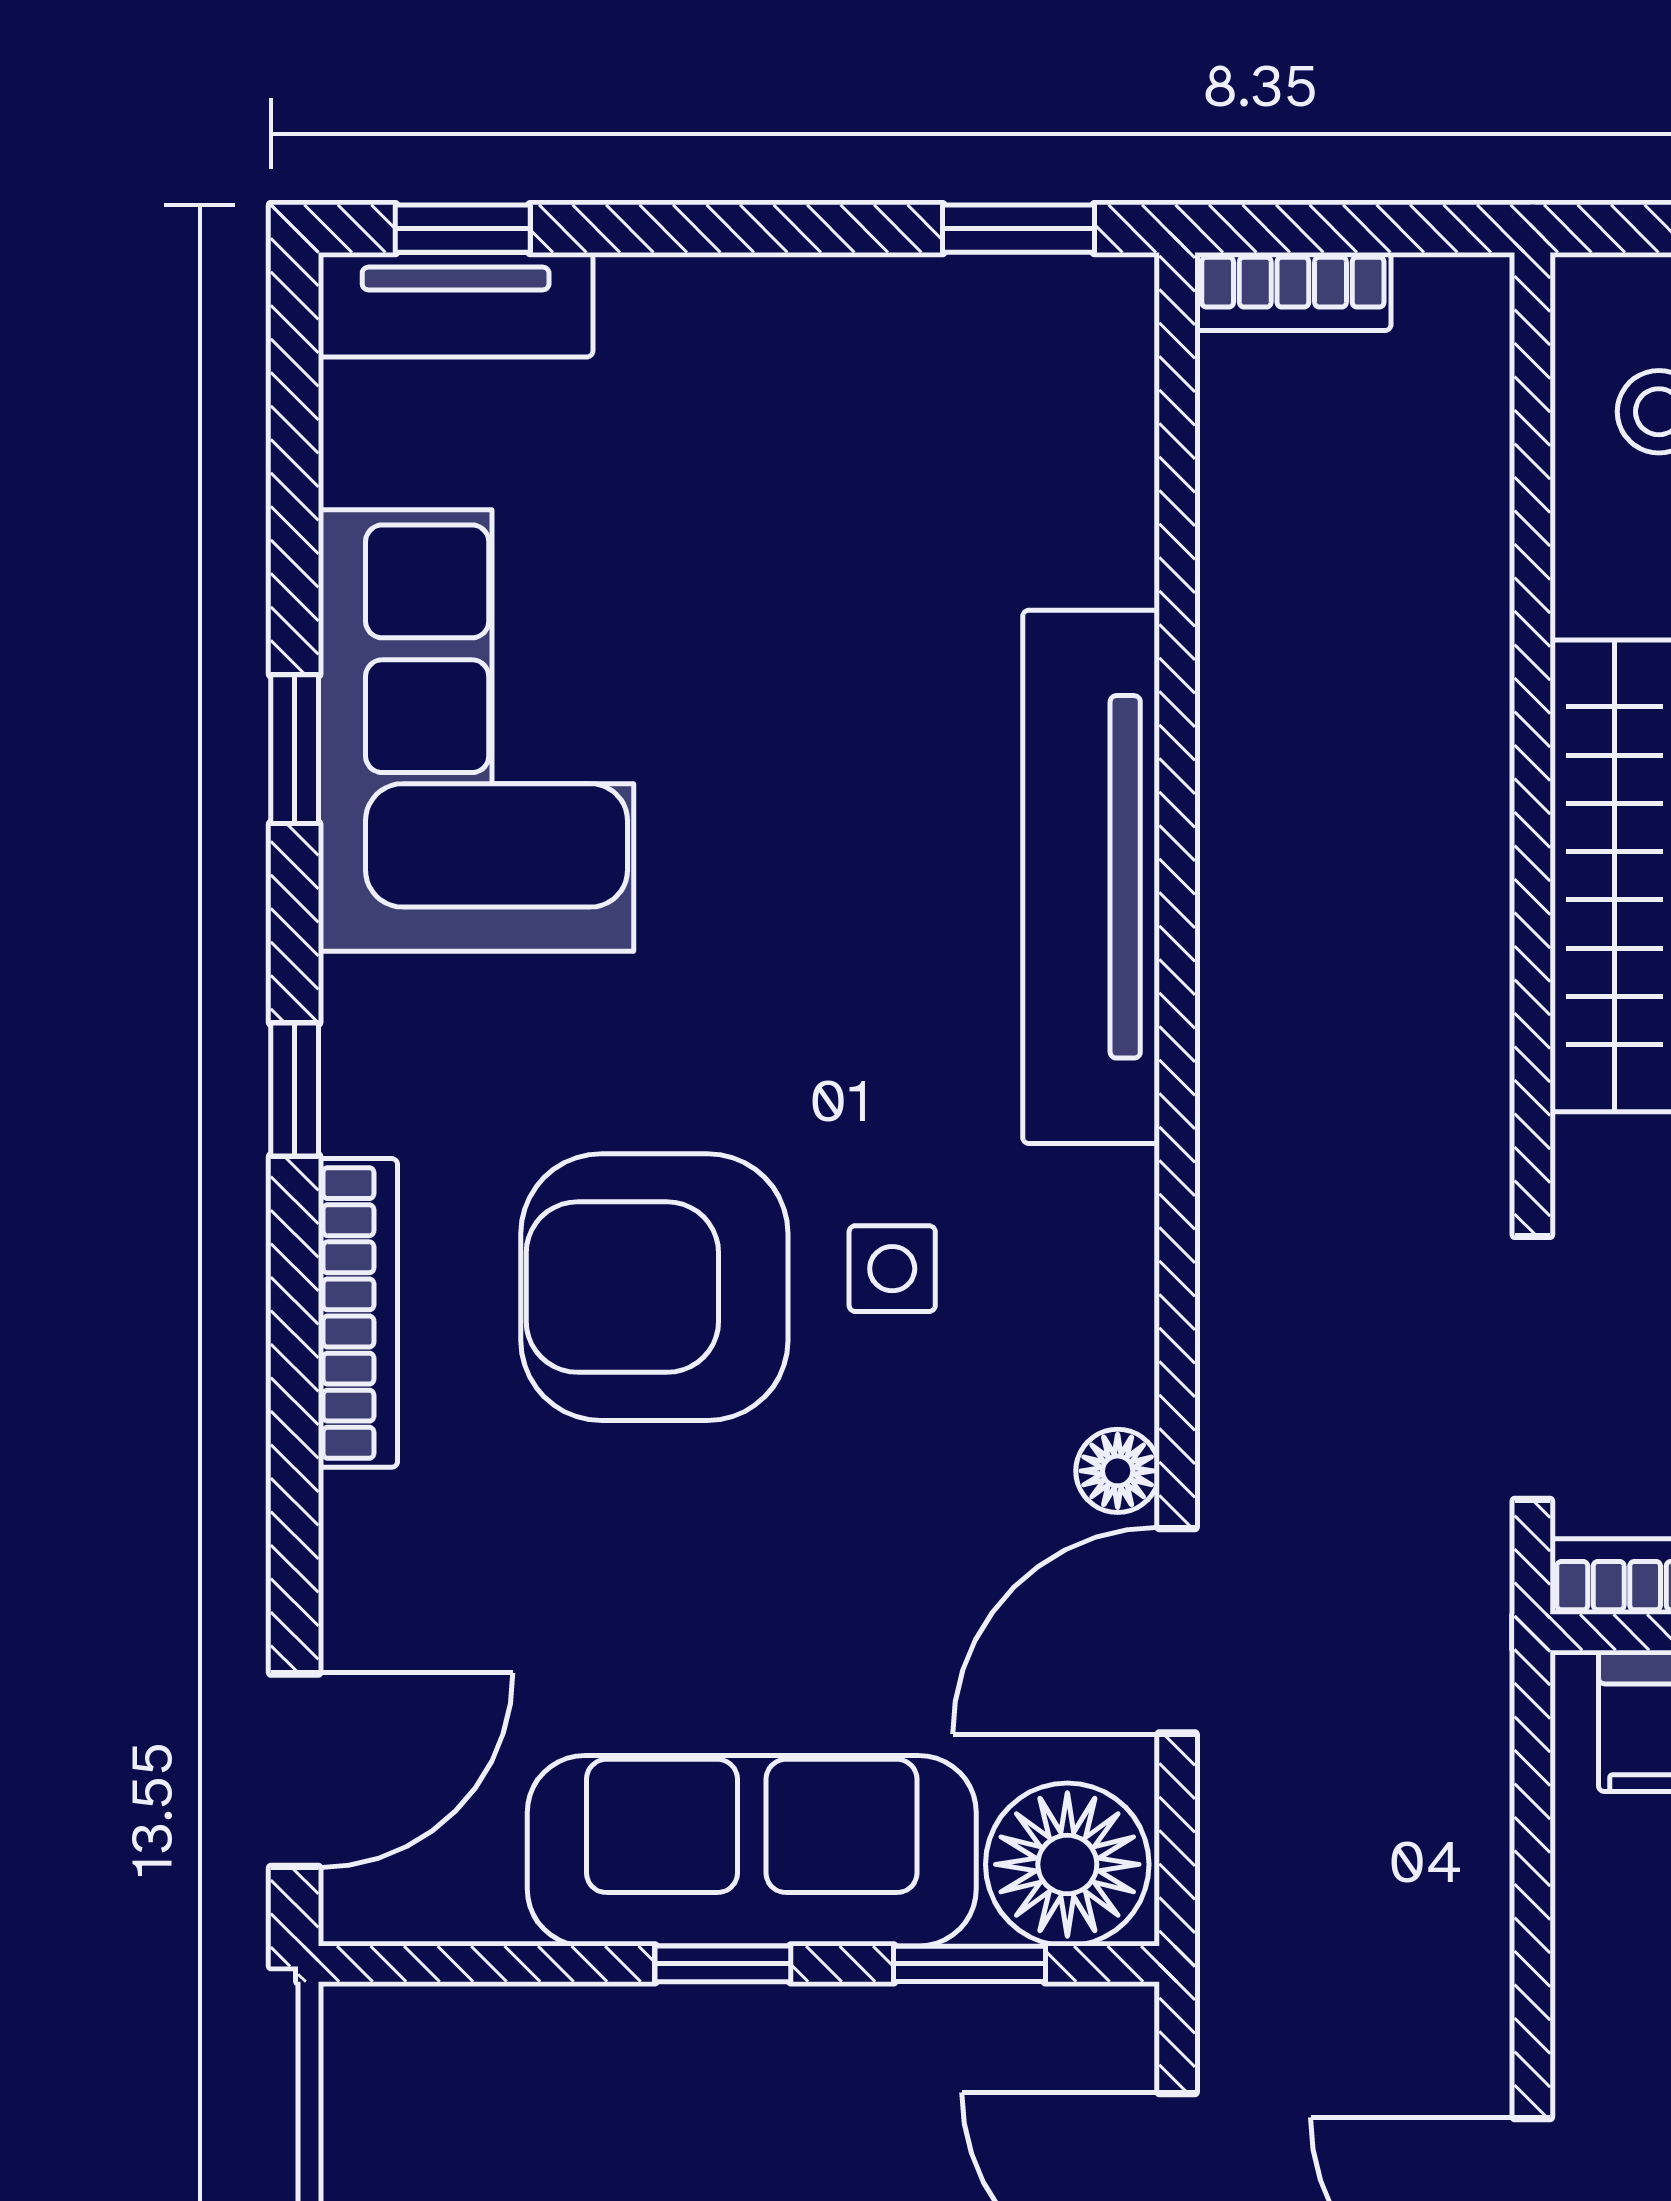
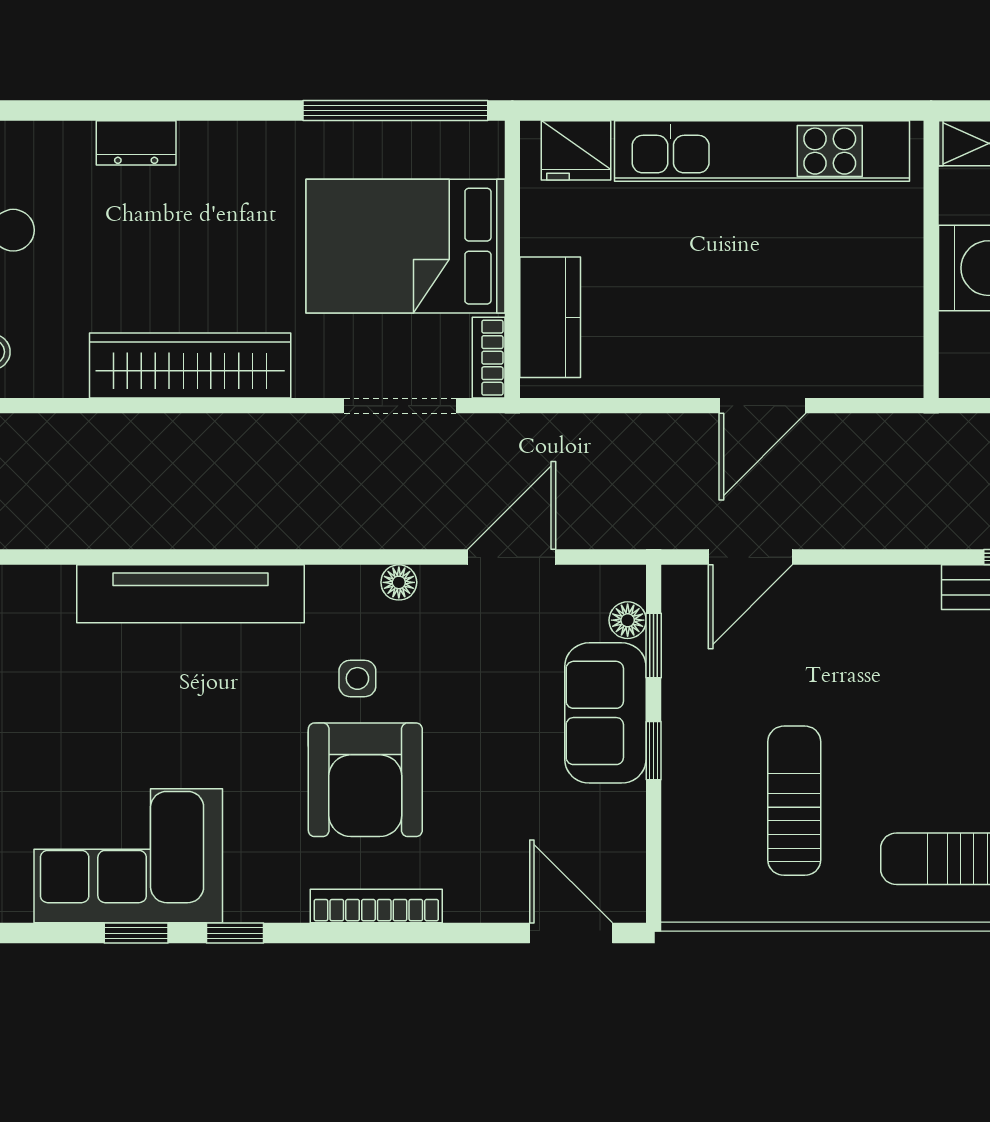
window: (295, 1090) -> (235, 933), moved
floor lamp: (1118, 1471) -> (399, 582), moved
door: (1177, 1631) -> (512, 557), swing flipped
sofa: (752, 1851) -> (605, 713), width x0.73
floor lamp: (1067, 1864) -> (628, 620), width x0.53, depth x0.53

